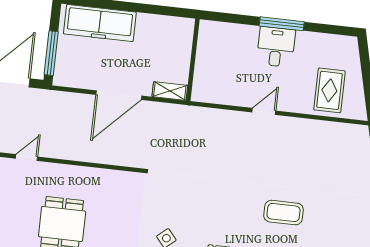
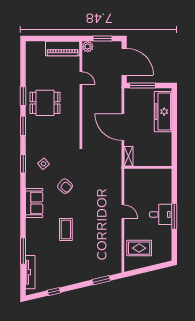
armchair: (209, 206) -> (65, 186), added

